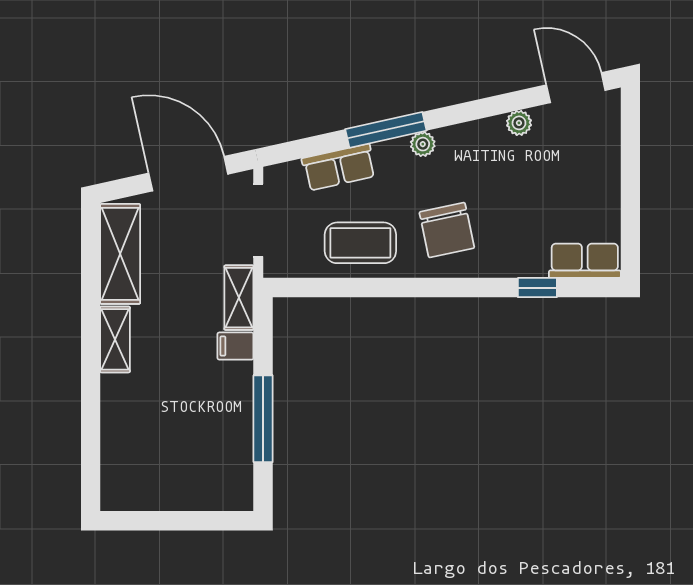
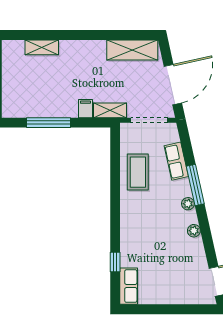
plant: (519, 123) -> (194, 231), moved
chair: (447, 230) -> (144, 216), removed
shelving: (115, 339) -> (42, 47), moved

